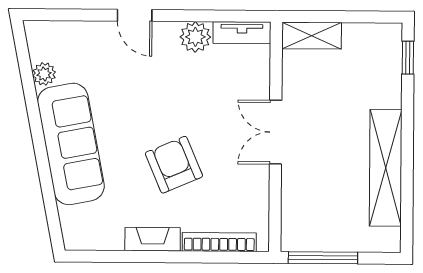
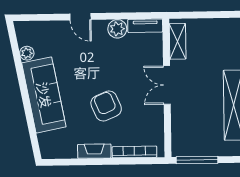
shelving: (312, 36) -> (178, 41), moved, turned 90

